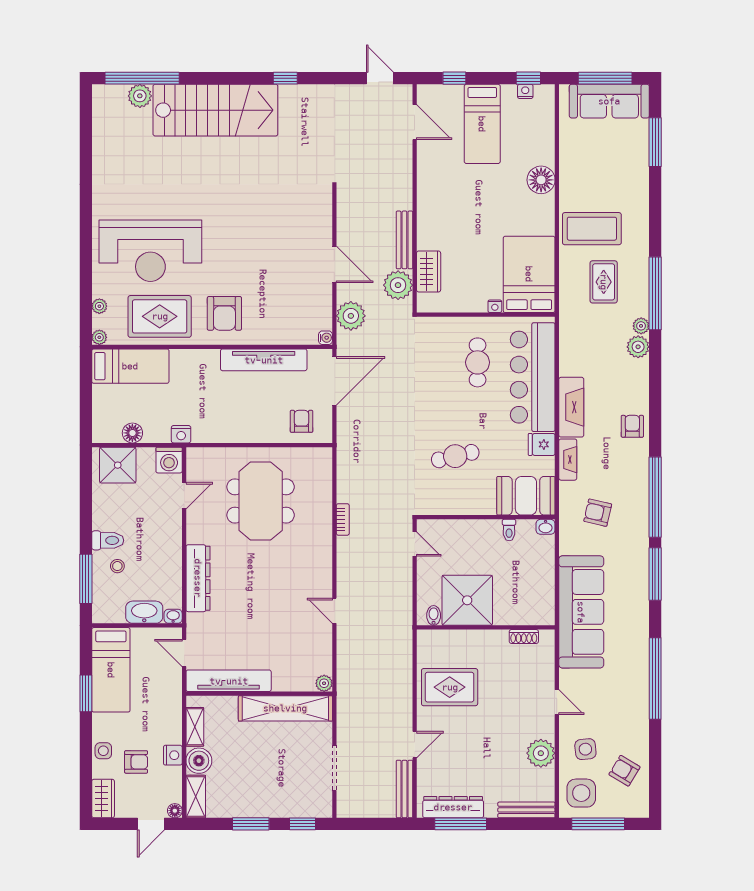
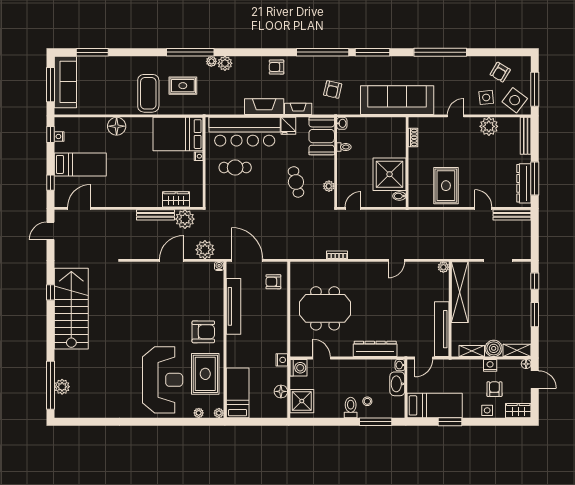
stairs: (215, 110) -> (71, 309), moved
plant: (449, 507) -> (329, 186), added
side table: (581, 793) -> (515, 100), turned 37

